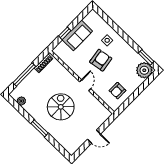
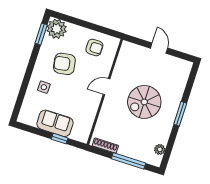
armchair: (101, 60) -> (64, 64), moved

